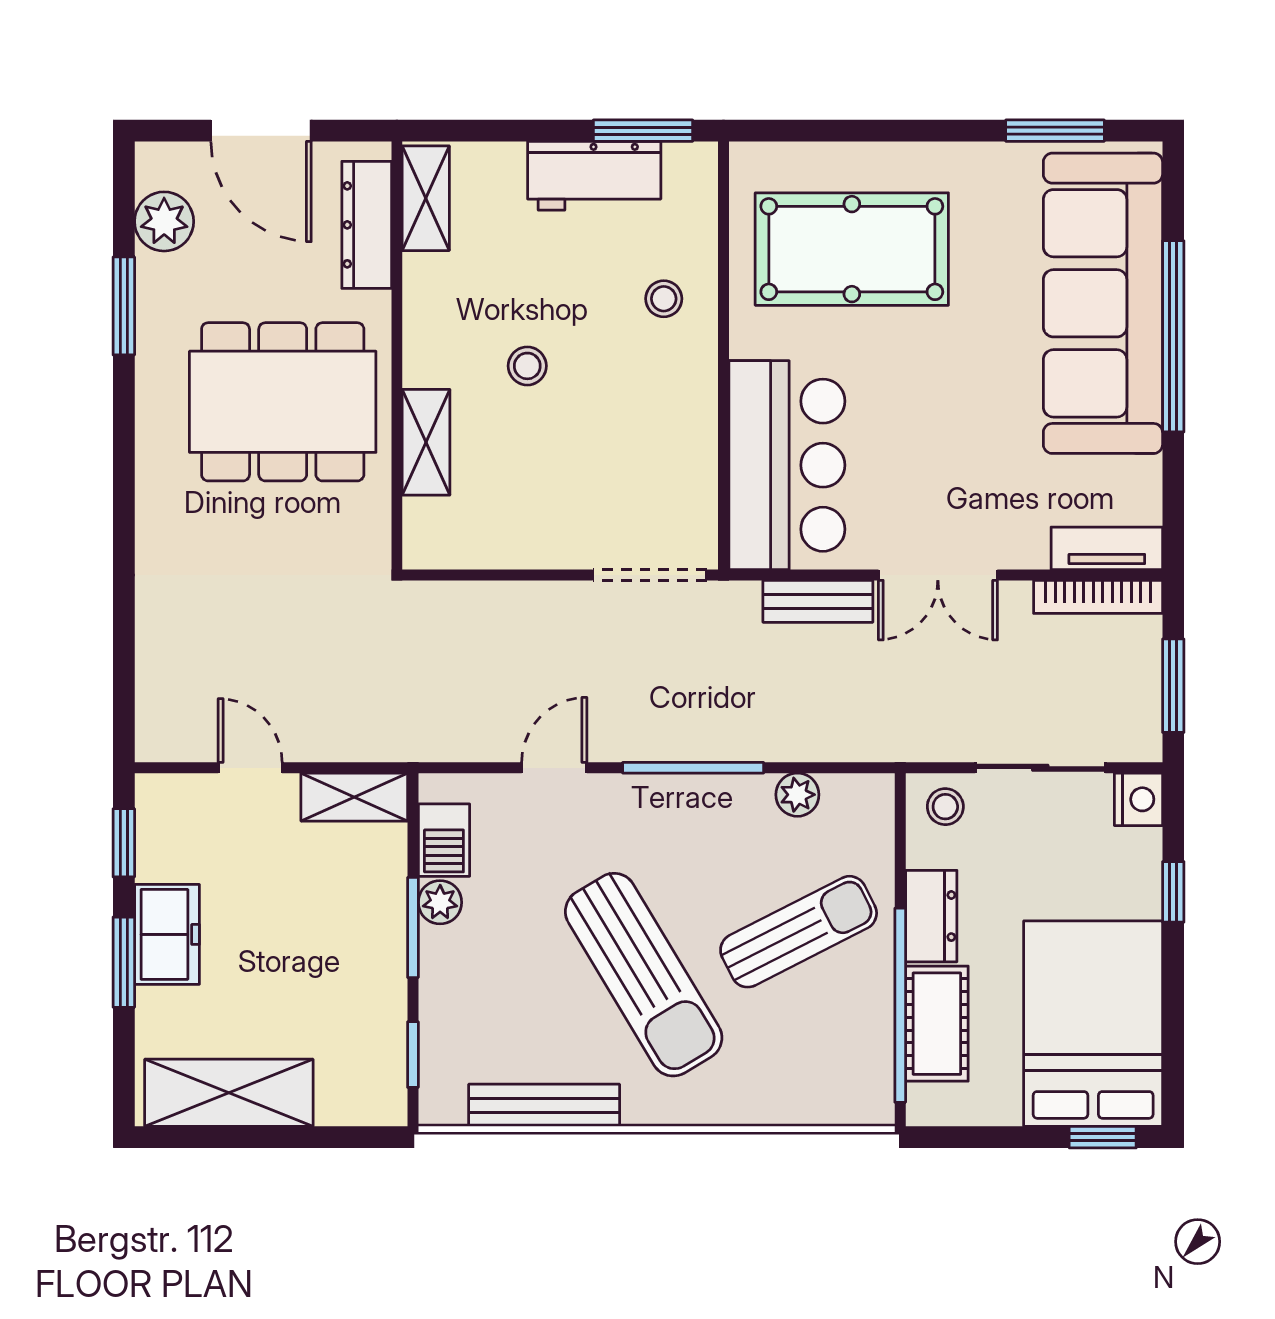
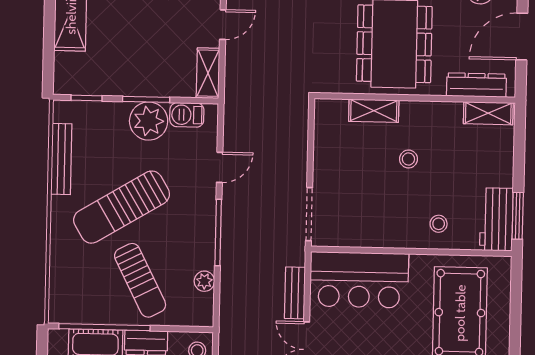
workbench: (594, 176) -> (496, 219), moved
door: (554, 768) -> (220, 167), hinge flipped
plant: (440, 902) -> (149, 121), width x1.87, depth x1.87

